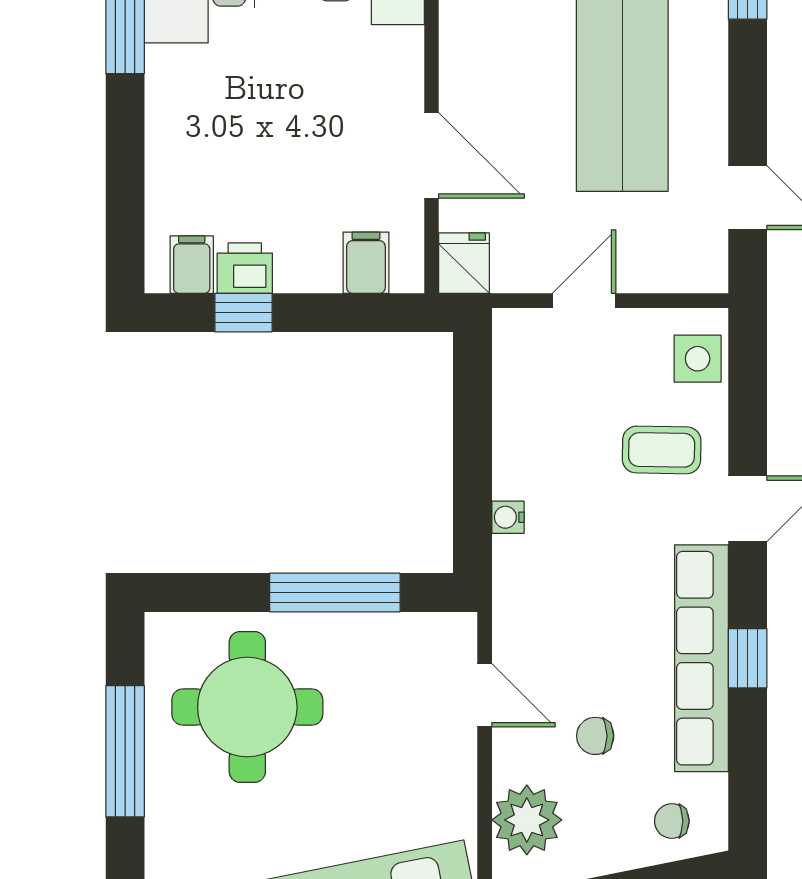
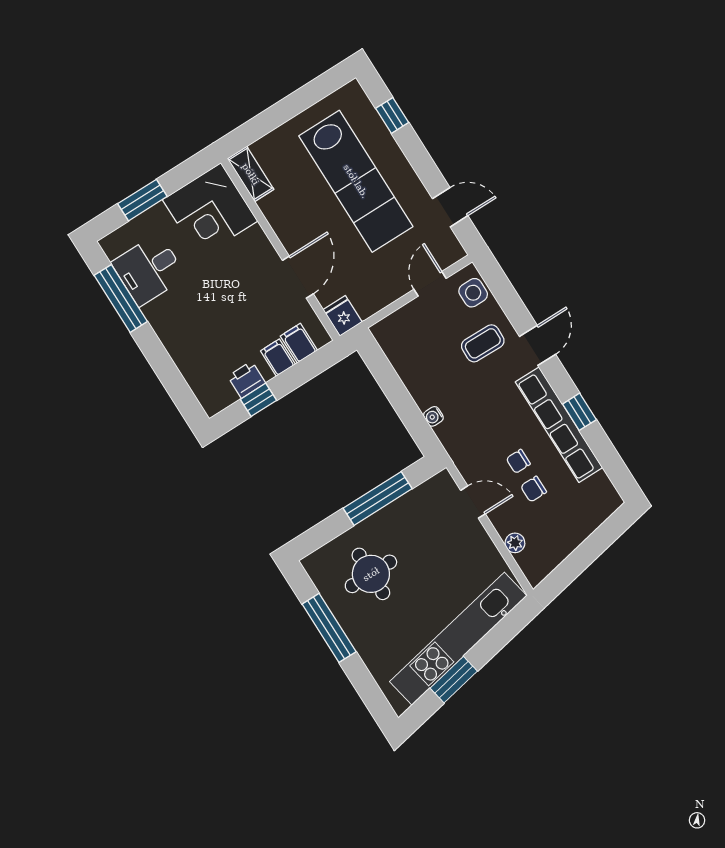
door: (432, 155) -> (298, 277), hinge flipped
filing cabinet: (192, 265) -> (278, 358), moved
door: (584, 301) -> (430, 284), moved
round table: (247, 707) -> (371, 574), width x0.73, depth x0.73
plant: (527, 820) -> (515, 543), width x0.53, depth x0.53
chair: (672, 821) -> (518, 461), moved

